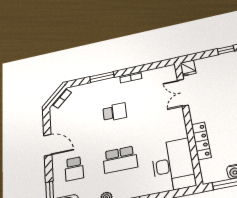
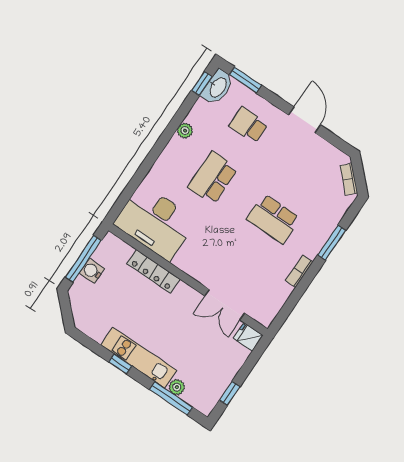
double door: (183, 93) -> (225, 305), swing flipped
school desk: (115, 112) -> (273, 219), width x1.85
door: (48, 145) -> (305, 120), swing flipped

